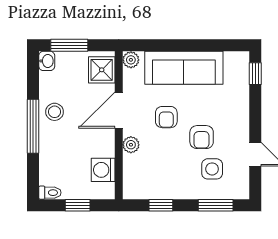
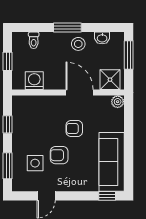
washbasin: (47, 61) -> (102, 38), moved
sofa: (184, 68) -> (112, 162), moved
window: (33, 126) -> (67, 28), width x0.69
plant: (131, 145) -> (53, 102), removed
toilet: (50, 193) -> (34, 40), moved

